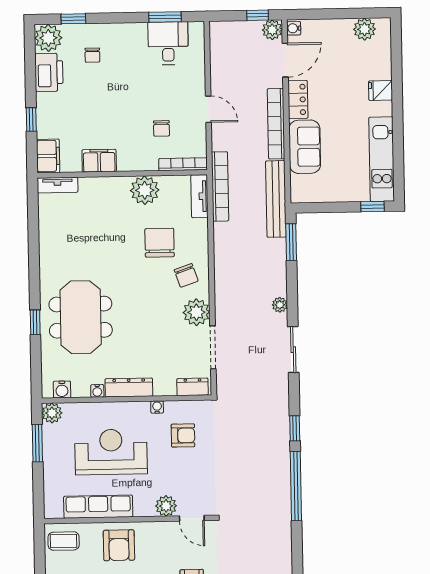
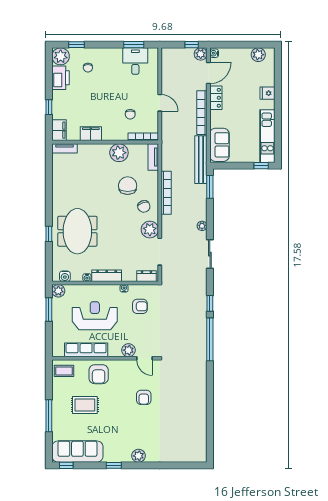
sofa: (305, 147) -> (219, 145), moved
bookcase: (220, 186) -> (166, 193), moved

